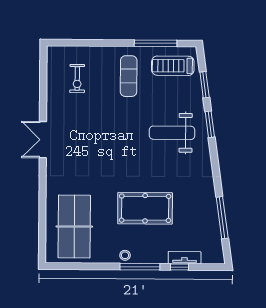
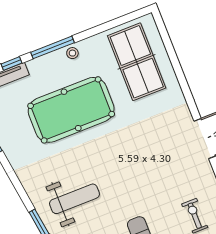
pool table: (145, 208) -> (71, 110), width x1.36, depth x1.32

